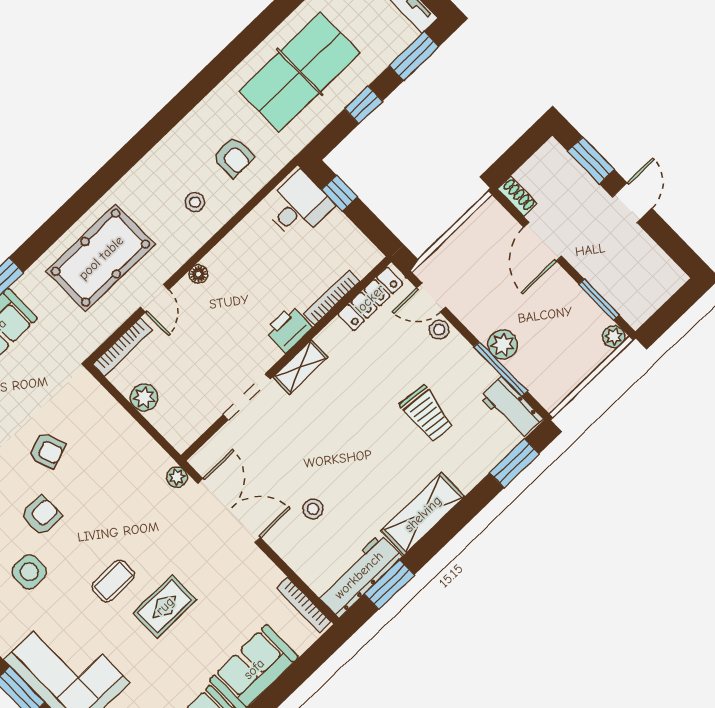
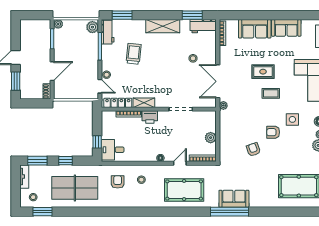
plant: (503, 344) -> (92, 27), moved
shelving: (300, 367) -> (144, 103), moved
workbench: (359, 575) -> (203, 26), width x0.73

